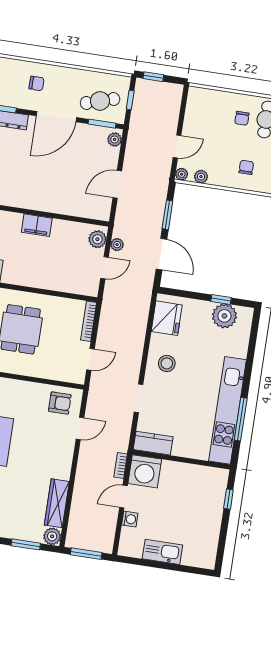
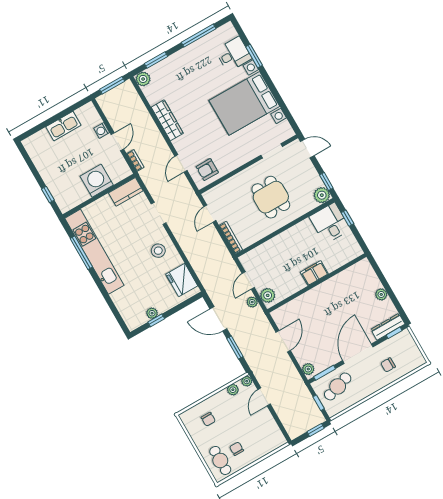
plant: (224, 316) -> (152, 313), width x0.53, depth x0.53
washing machine: (145, 471) -> (97, 181), moved
wardrobe: (57, 503) -> (167, 120), moved

